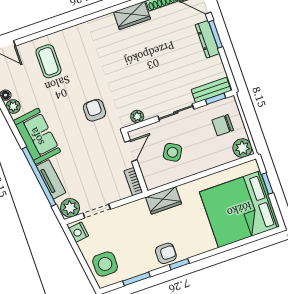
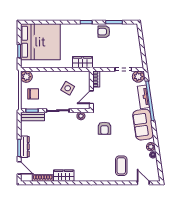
nightstand: (79, 232) -> (138, 61), removed
armchair: (166, 253) -> (104, 32), moved
side table: (105, 264) -> (129, 37), removed

